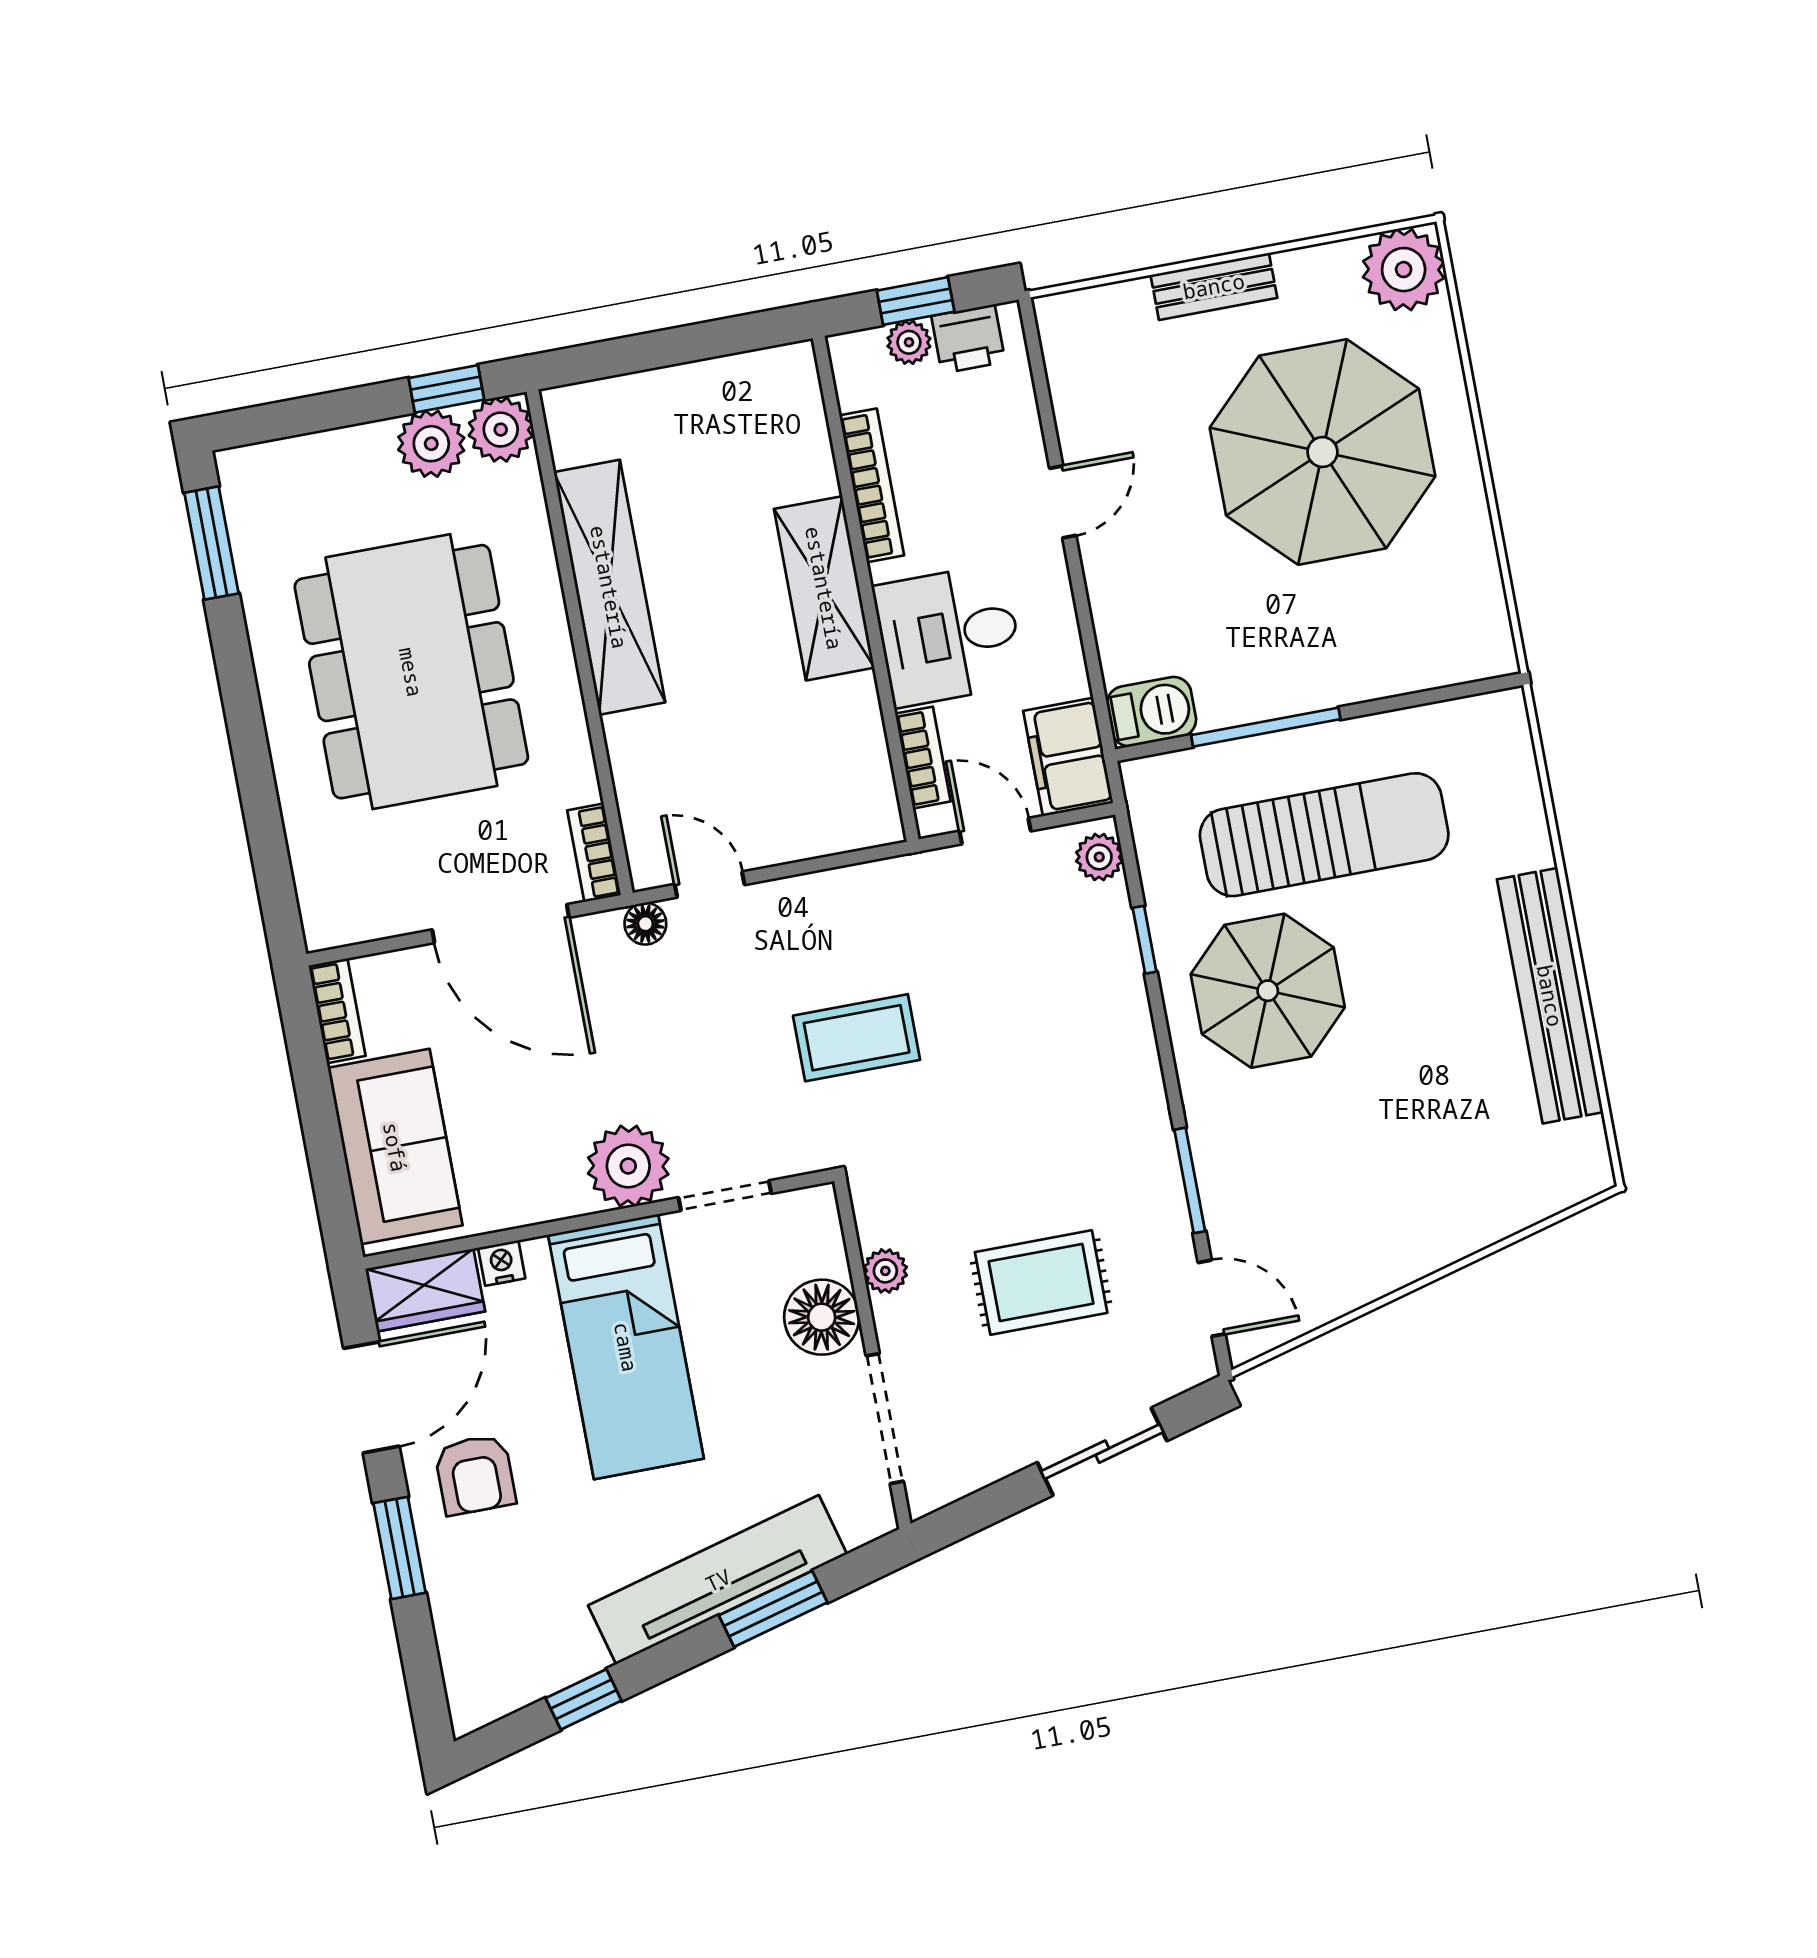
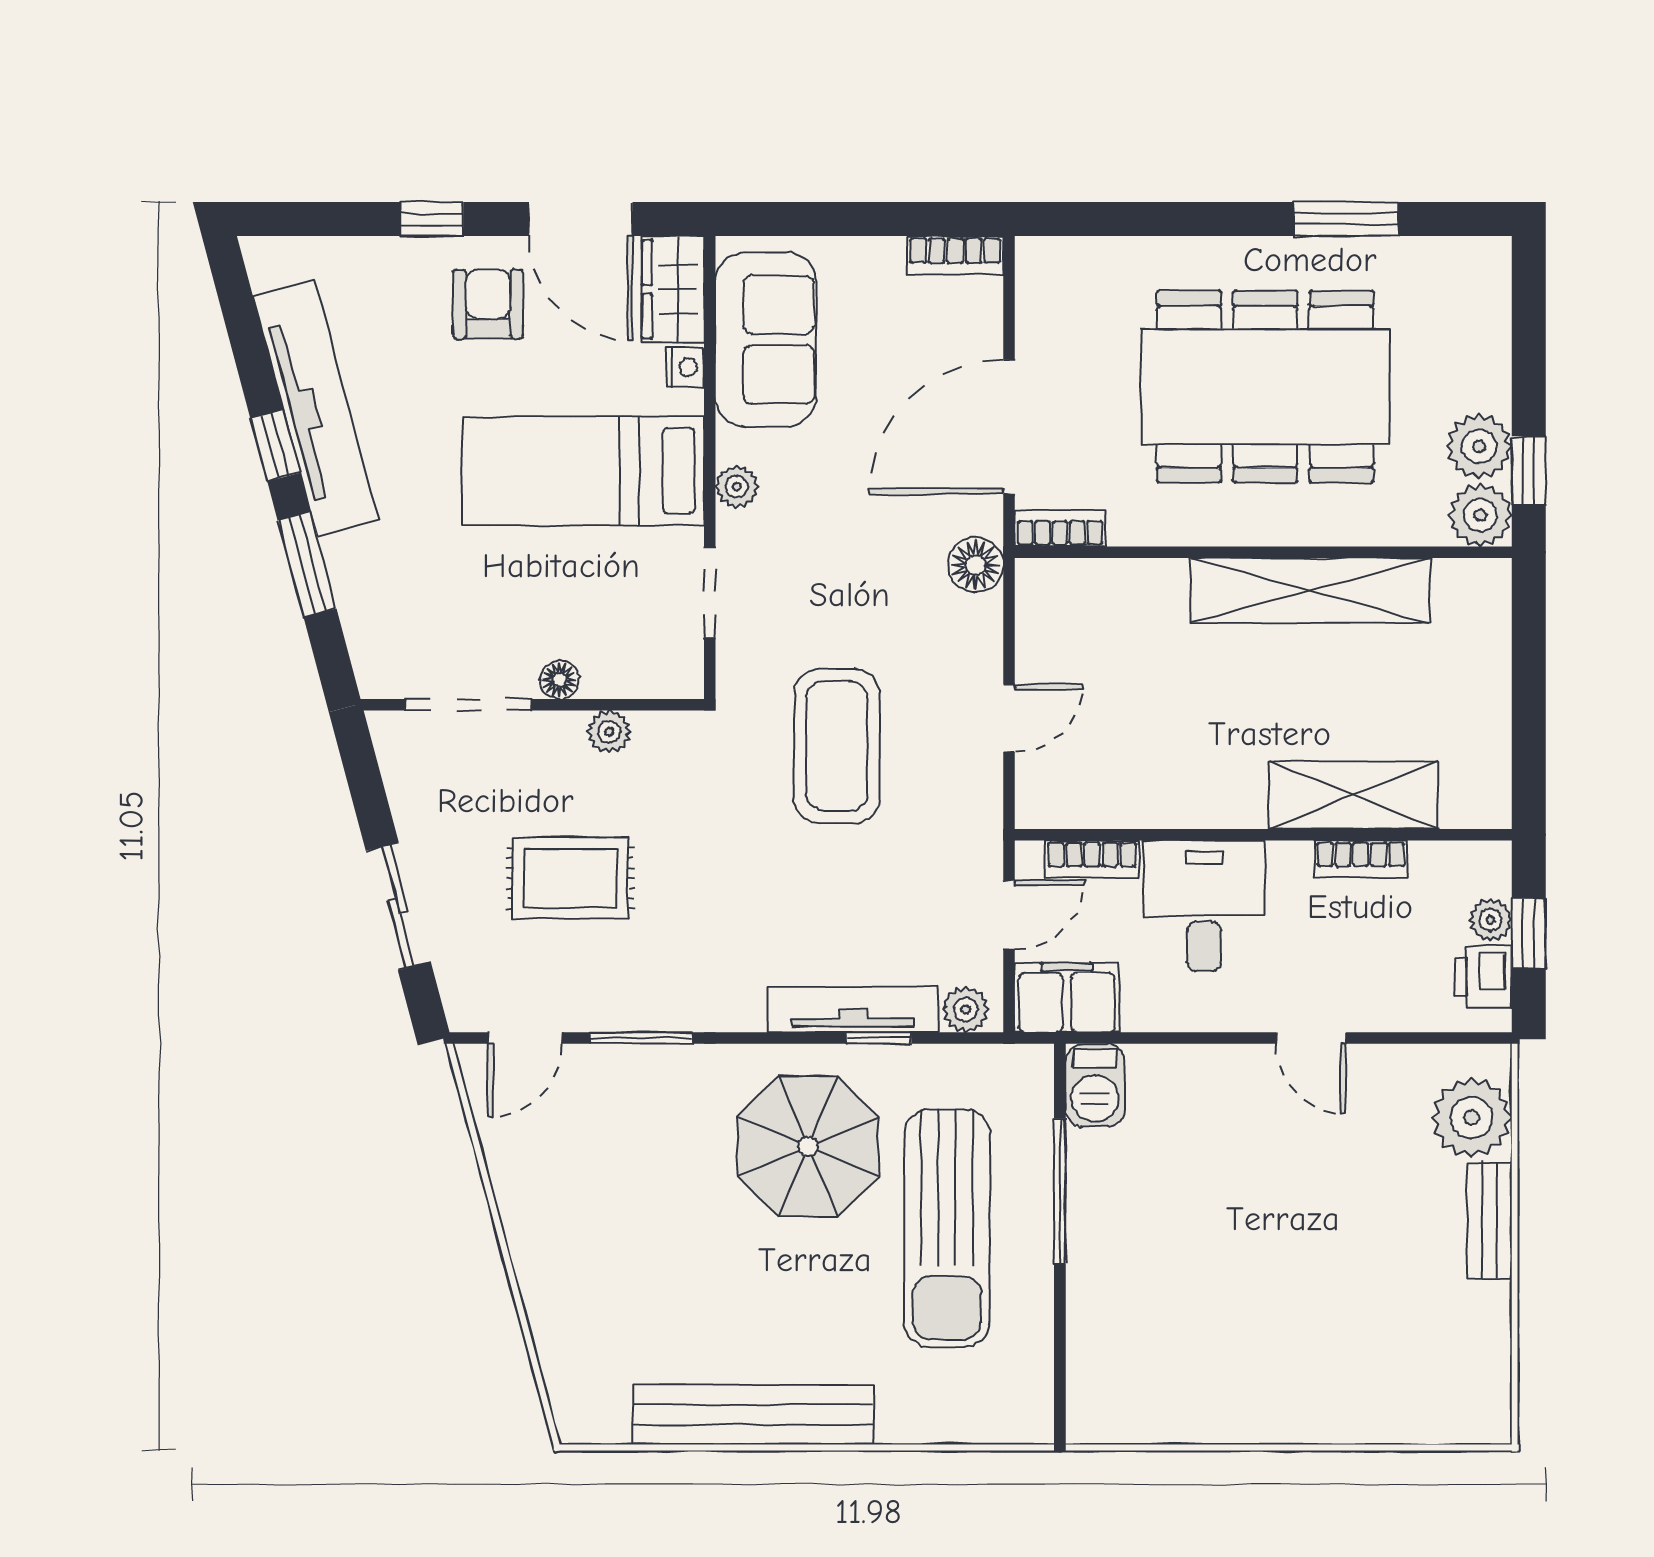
plant: (1404, 270) -> (1472, 1118), moved
parasol: (1323, 452) -> (1312, 1295), removed
bookcase: (872, 485) -> (1361, 859), width x0.64
window: (212, 543) -> (1346, 219), moved
shelving: (824, 588) -> (1353, 795), moved
door: (710, 885) -> (1009, 718), moved
floor lamp: (645, 924) -> (976, 565), width x1.37, depth x1.37
tv unit: (1120, 971) -> (853, 1009), added
coffee table: (857, 1038) -> (837, 746), width x1.36, depth x1.32
sofa: (395, 1147) -> (766, 340), moved, turned -90
plant: (628, 1166) -> (737, 487), width x0.53, depth x0.53
rug: (1041, 1282) -> (570, 878), turned 90
floor lamp: (822, 1317) -> (559, 680), width x0.53, depth x0.53
armchair: (475, 1475) -> (488, 304), turned 90
window: (400, 1548) -> (432, 219), width x0.67
tv unit: (718, 1580) -> (316, 407), moved
window: (584, 1699) -> (275, 445), moved

